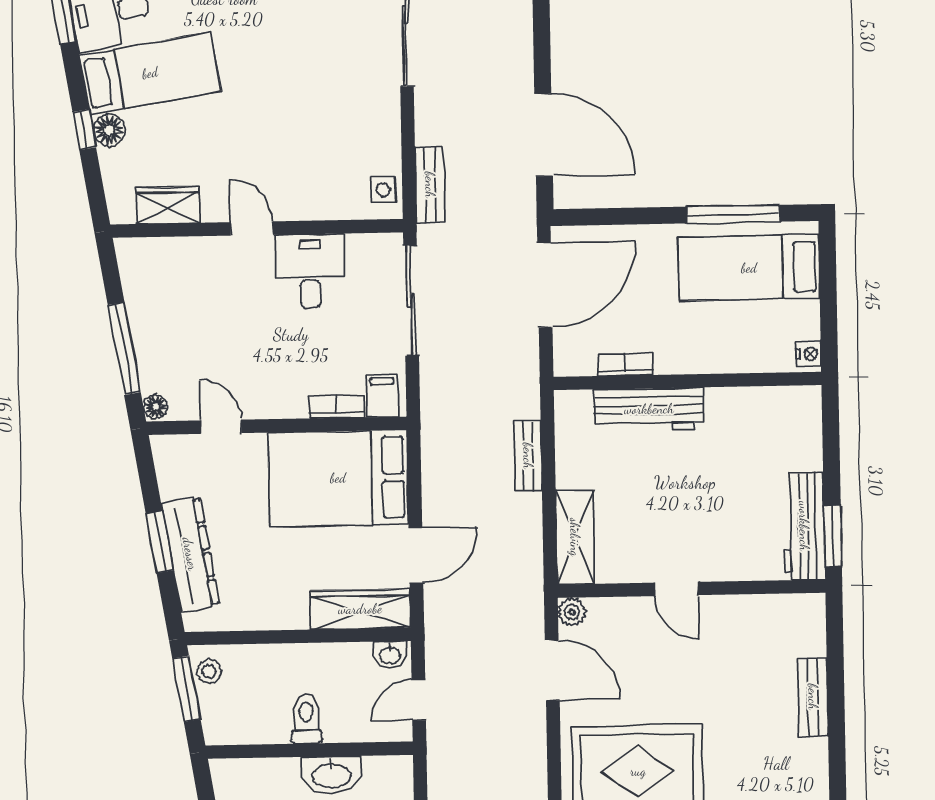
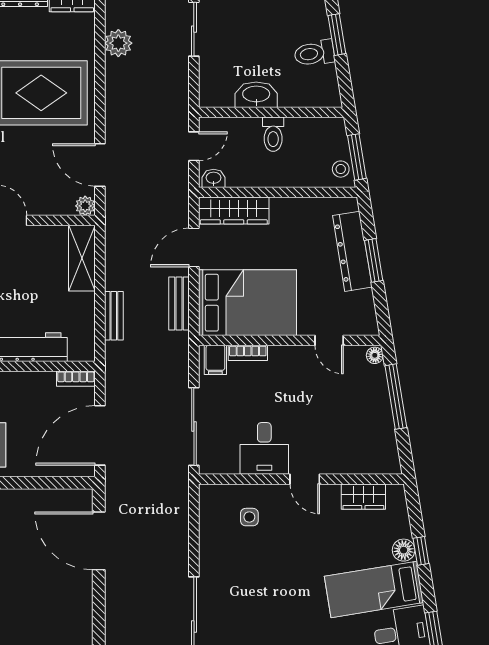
bench: (430, 185) -> (179, 303), moved
side table: (383, 190) -> (249, 517), moved
bookcase: (625, 364) -> (76, 379), moved

